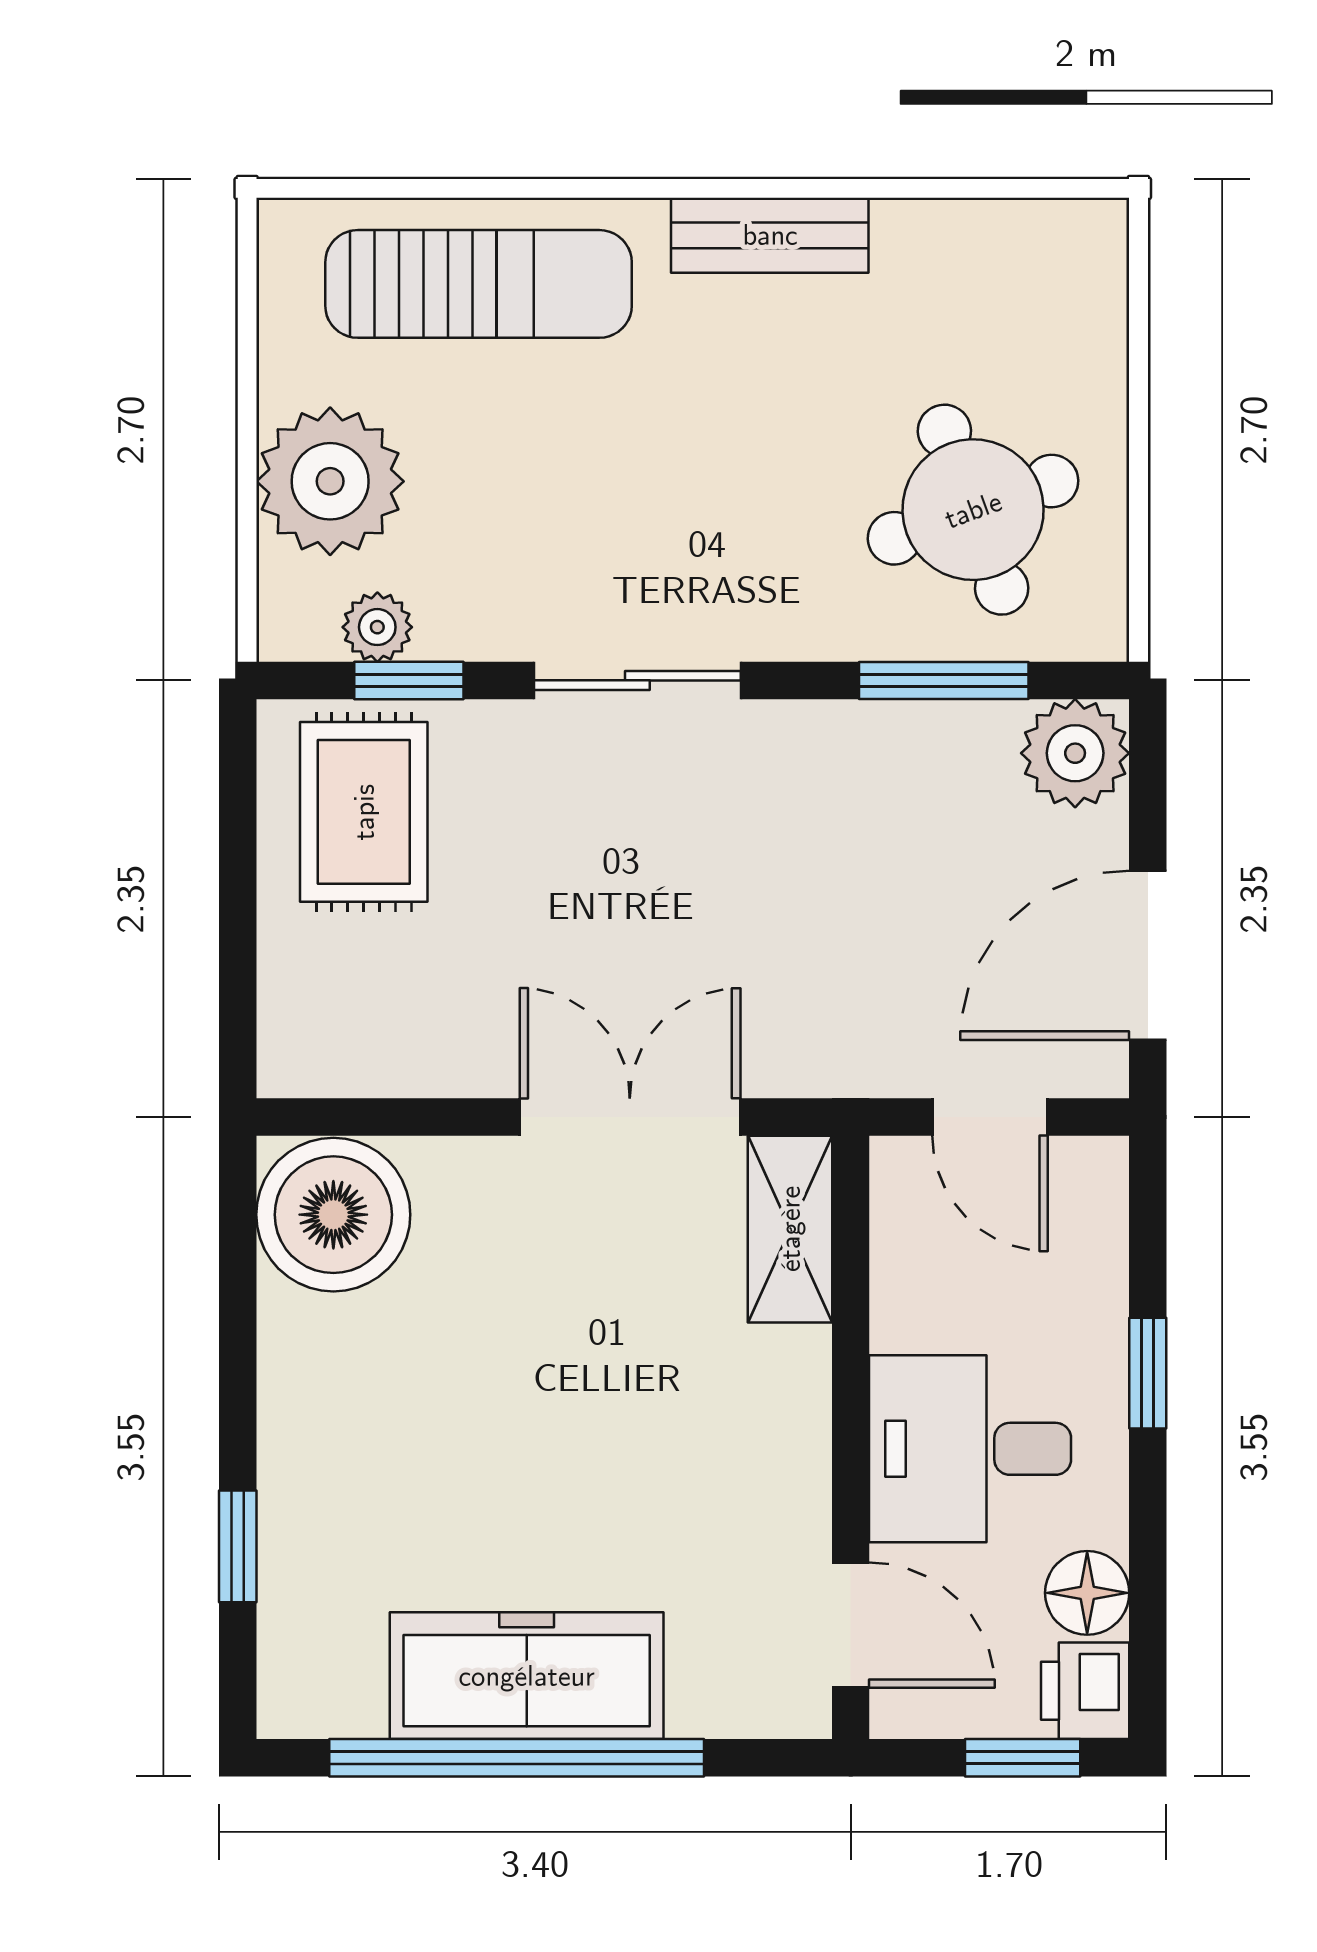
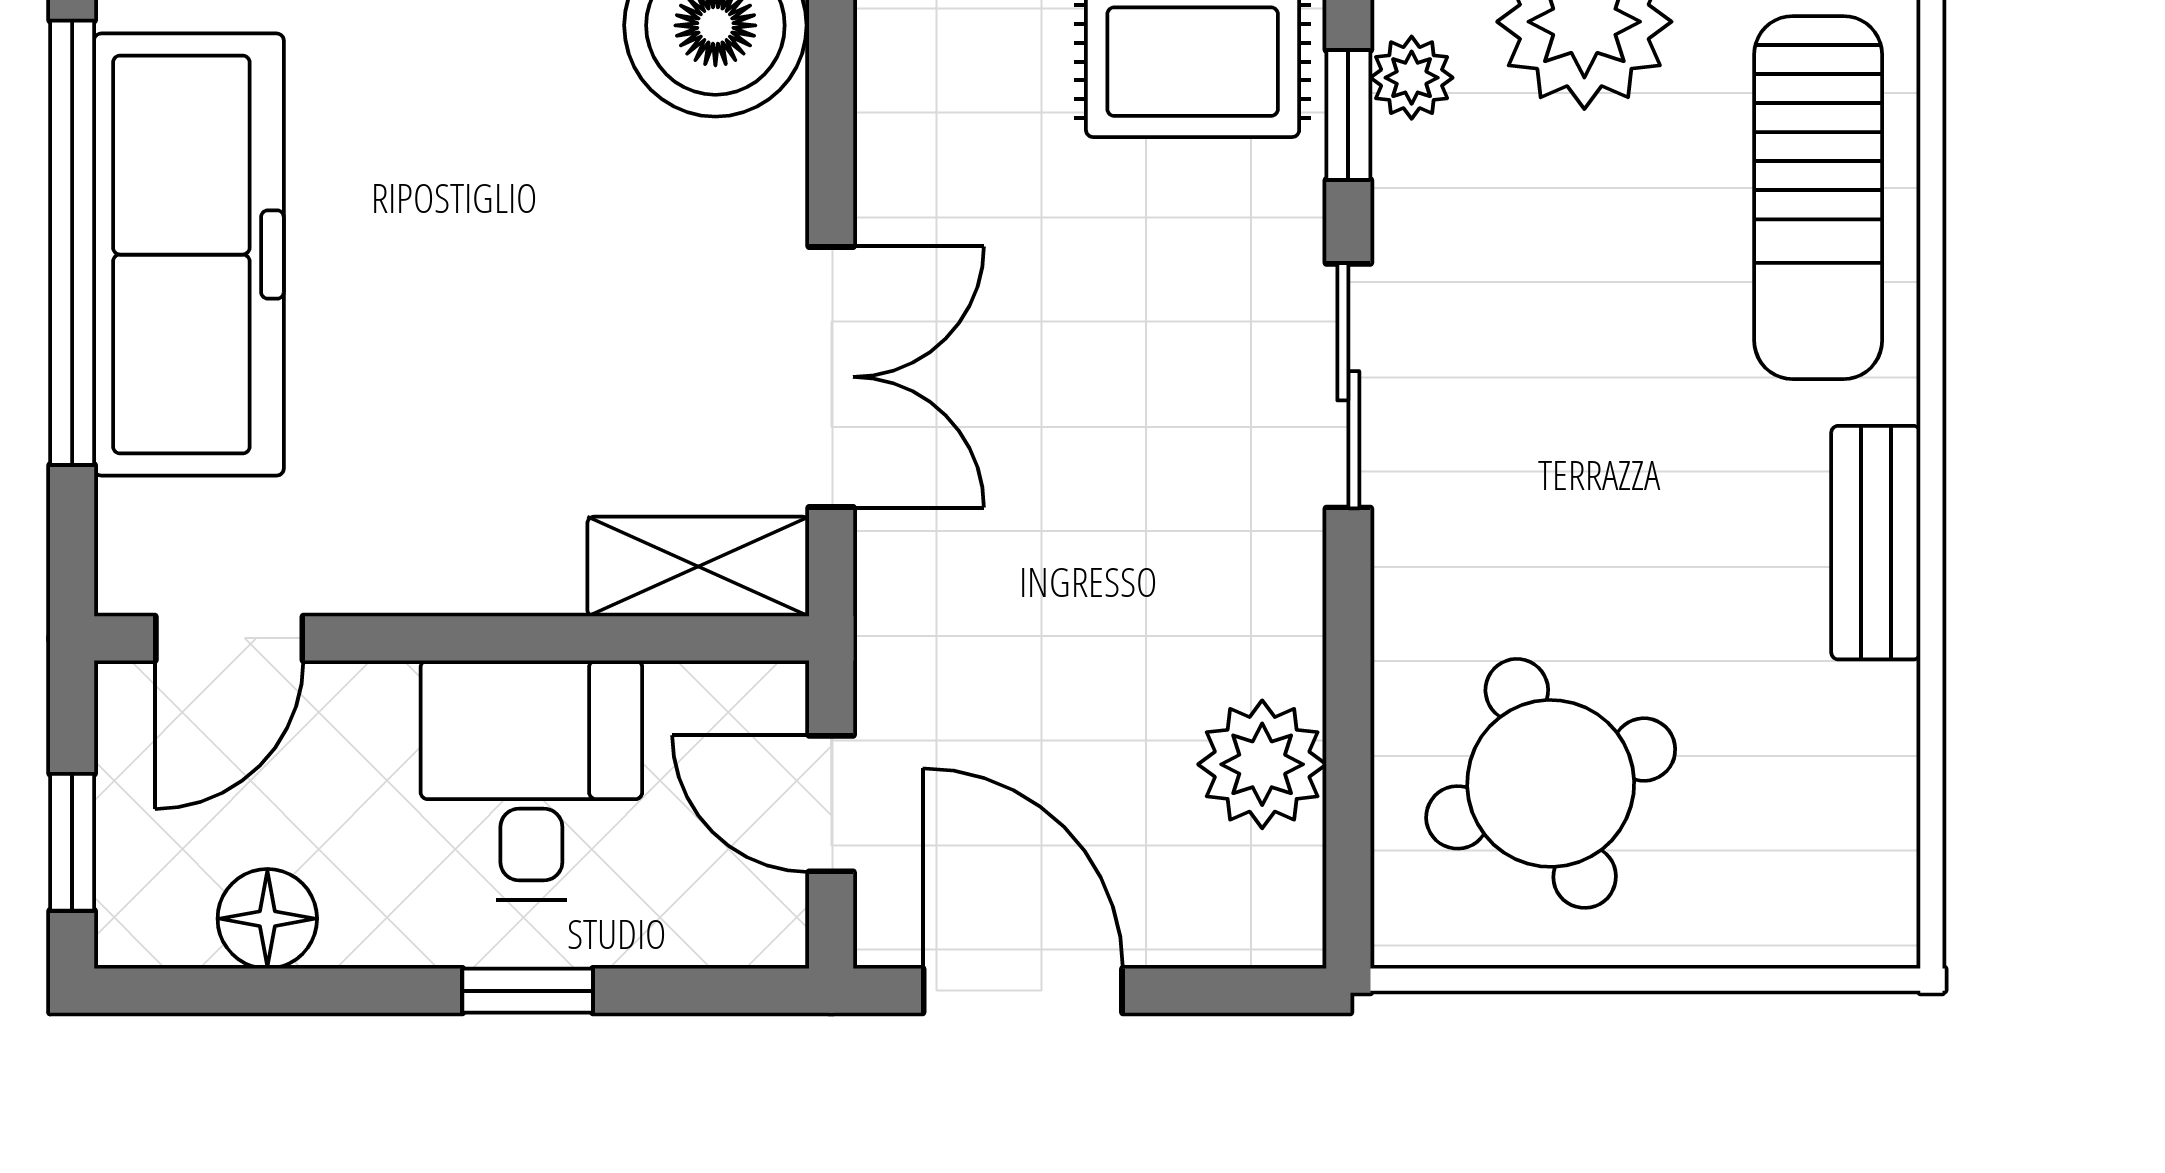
window: (944, 680) -> (1348, 749), removed
plant: (1075, 753) -> (1262, 764), moved
door: (990, 1117) -> (831, 804), hinge flipped
desk: (970, 1449) -> (531, 780), moved
freezer: (527, 1676) -> (189, 255), width x1.36, depth x1.26
printer: (1085, 1691) -> (151, 916), removed

